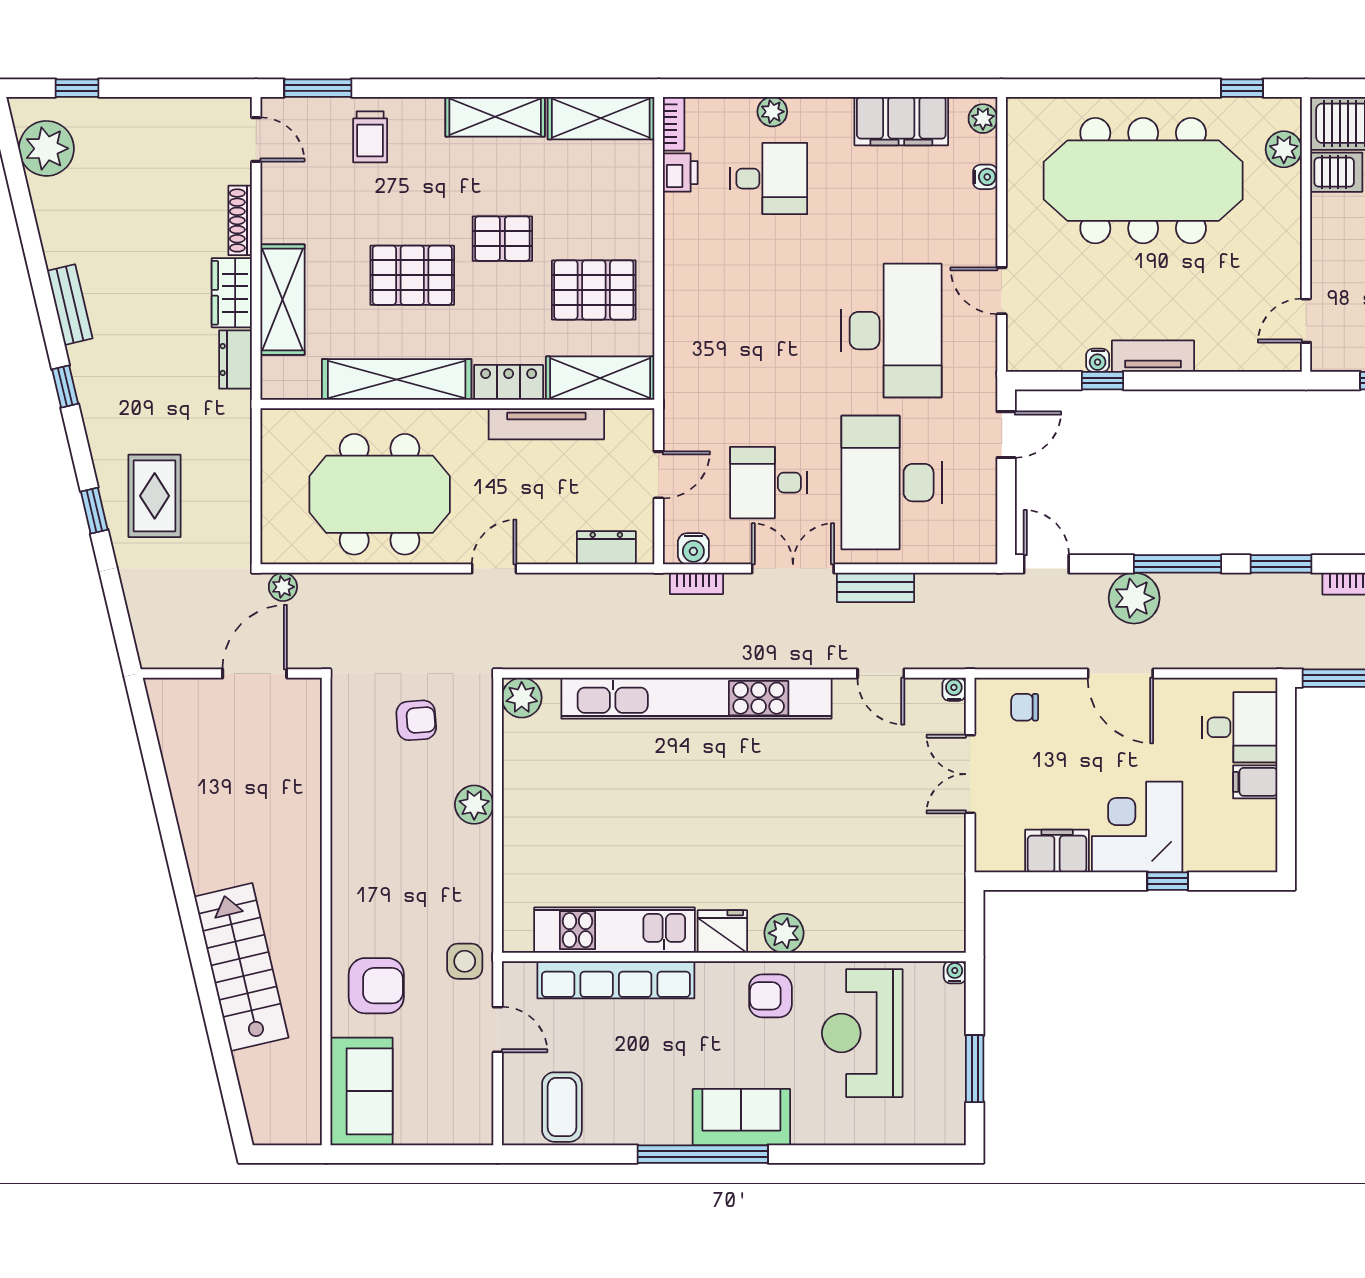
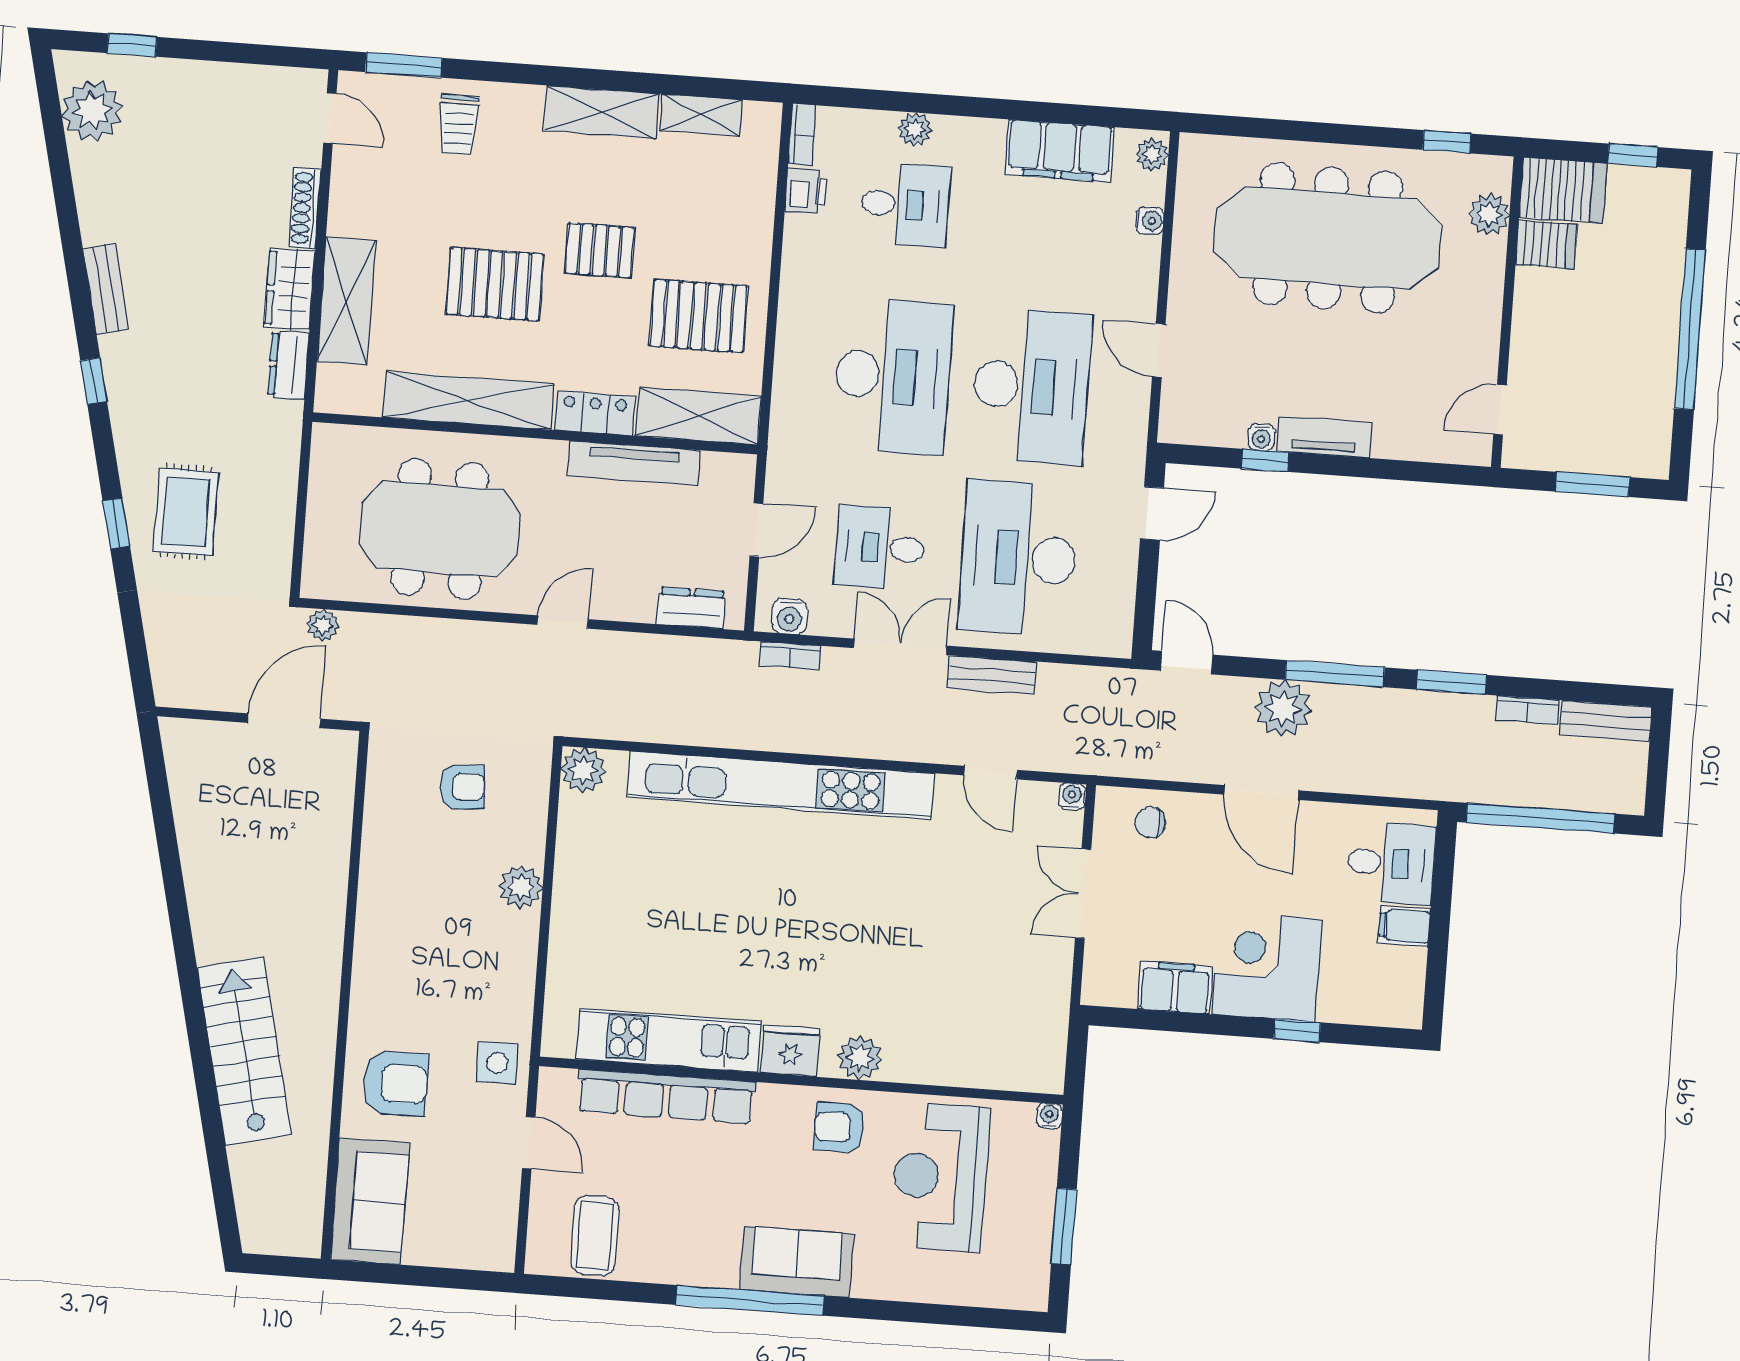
shelving: (601, 118) -> (701, 115), width x0.67, depth x0.75
desk: (769, 331) -> (893, 376), added

